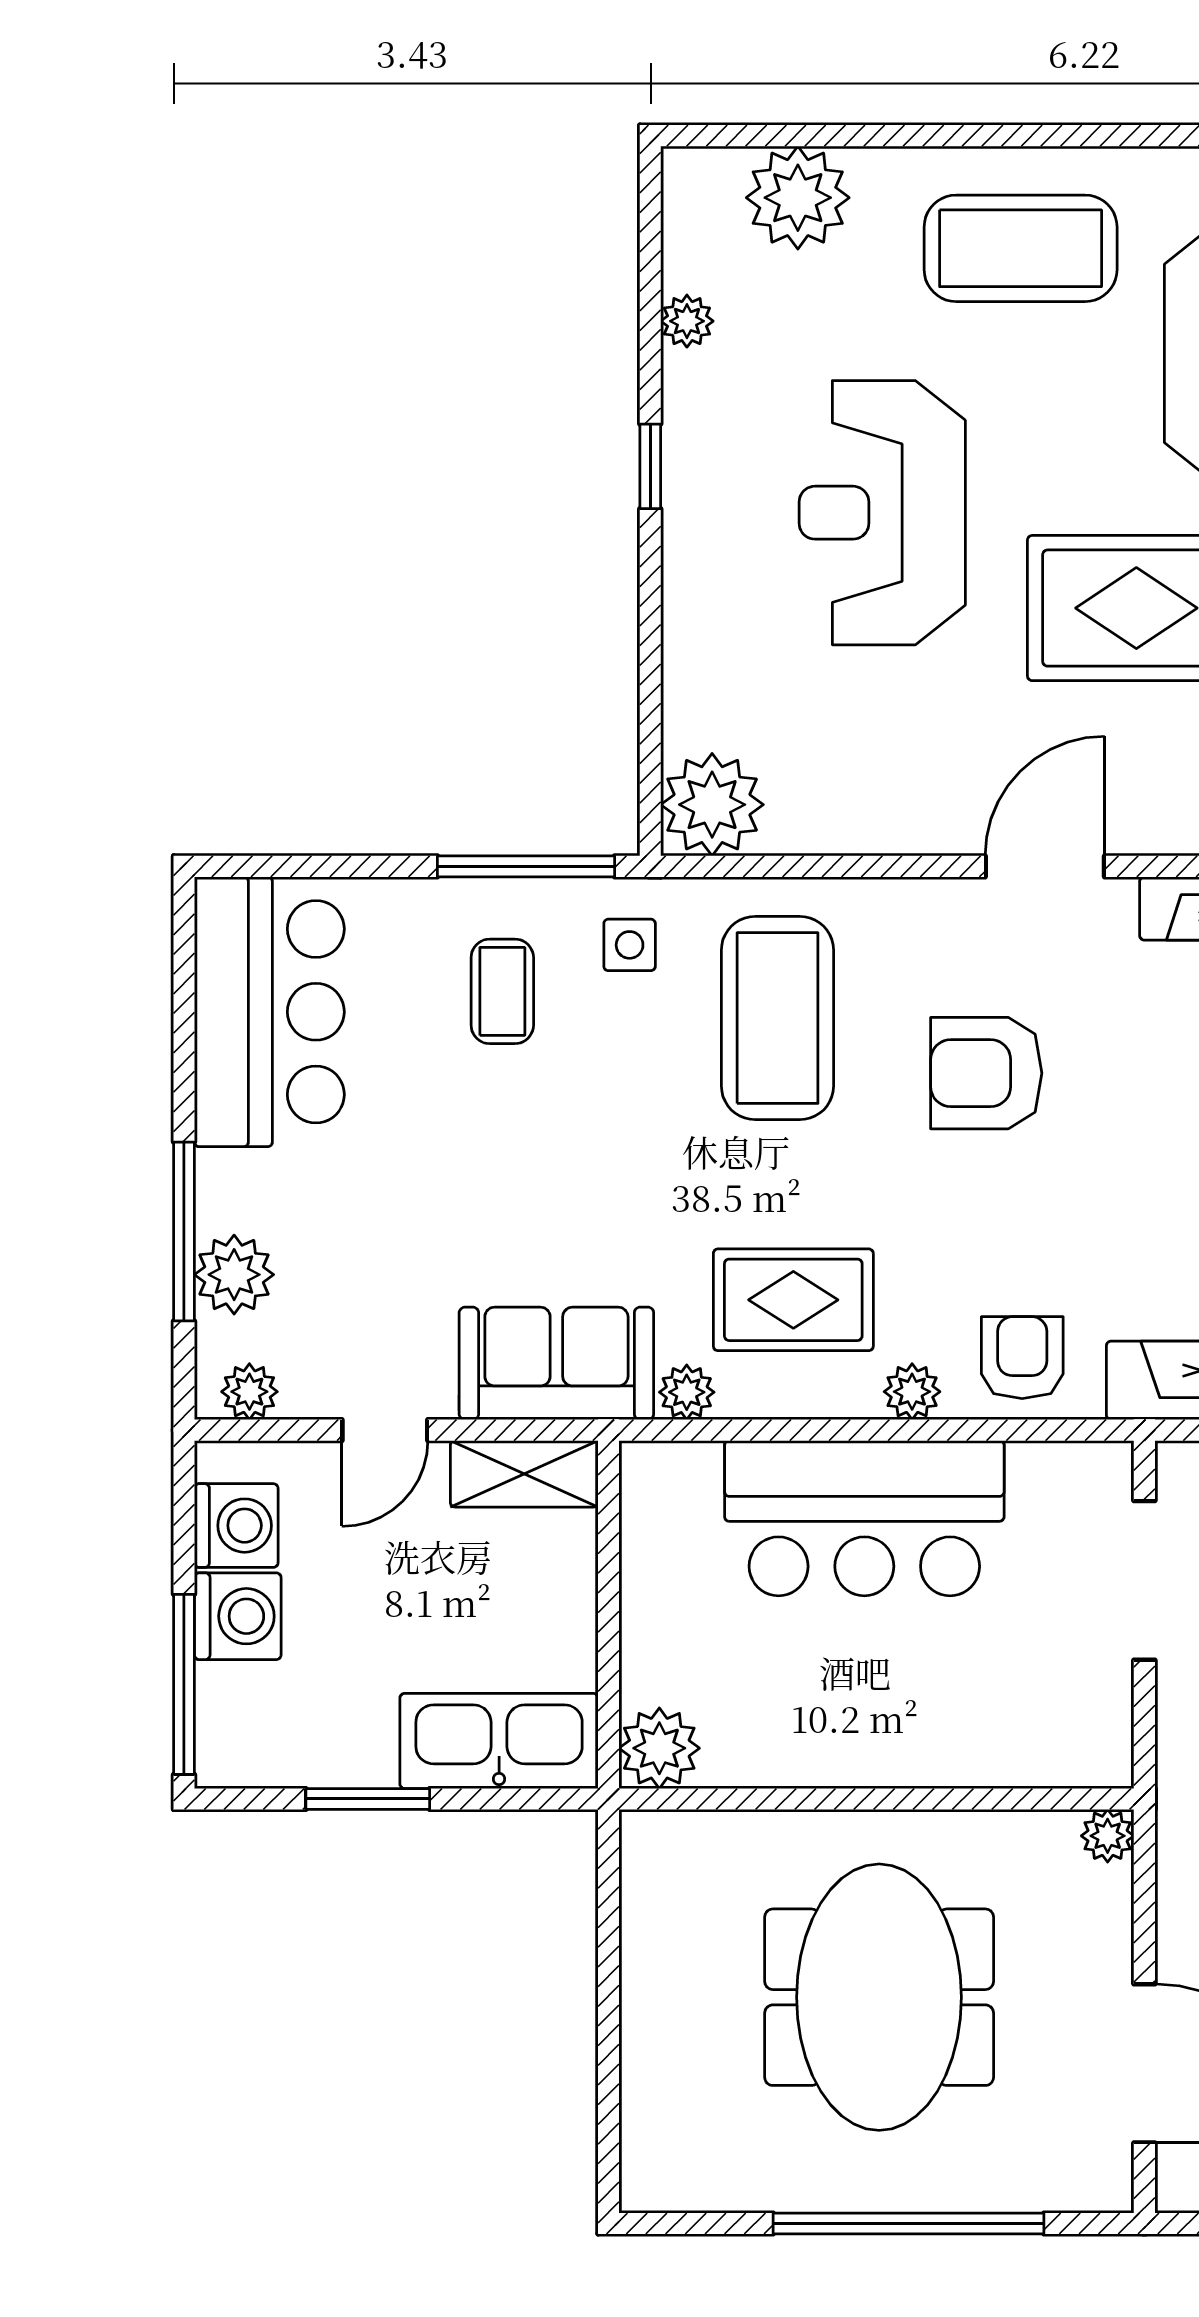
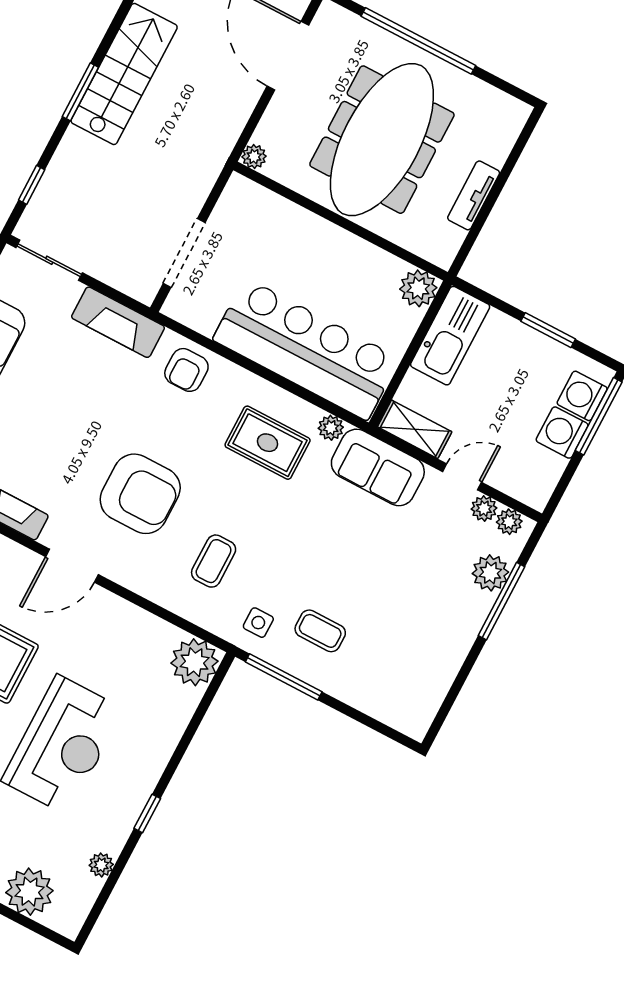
coffee table: (502, 991) -> (320, 631), turned 90
bar counter: (269, 1012) -> (420, 672), removed
coffee table: (777, 1018) -> (214, 561), width x0.54, depth x0.58
armchair: (986, 1073) -> (140, 494), width x1.36, depth x1.36
plant: (912, 1392) -> (484, 508), moved
bar counter: (864, 1518) -> (306, 349), width x1.36
washing machine: (236, 1526) -> (582, 396), moved
kitchen sink: (499, 1741) -> (450, 336), moved, turned -90
tv unit: (647, 1982) -> (474, 195), added
meeting table: (879, 1997) -> (382, 140), width x1.36

